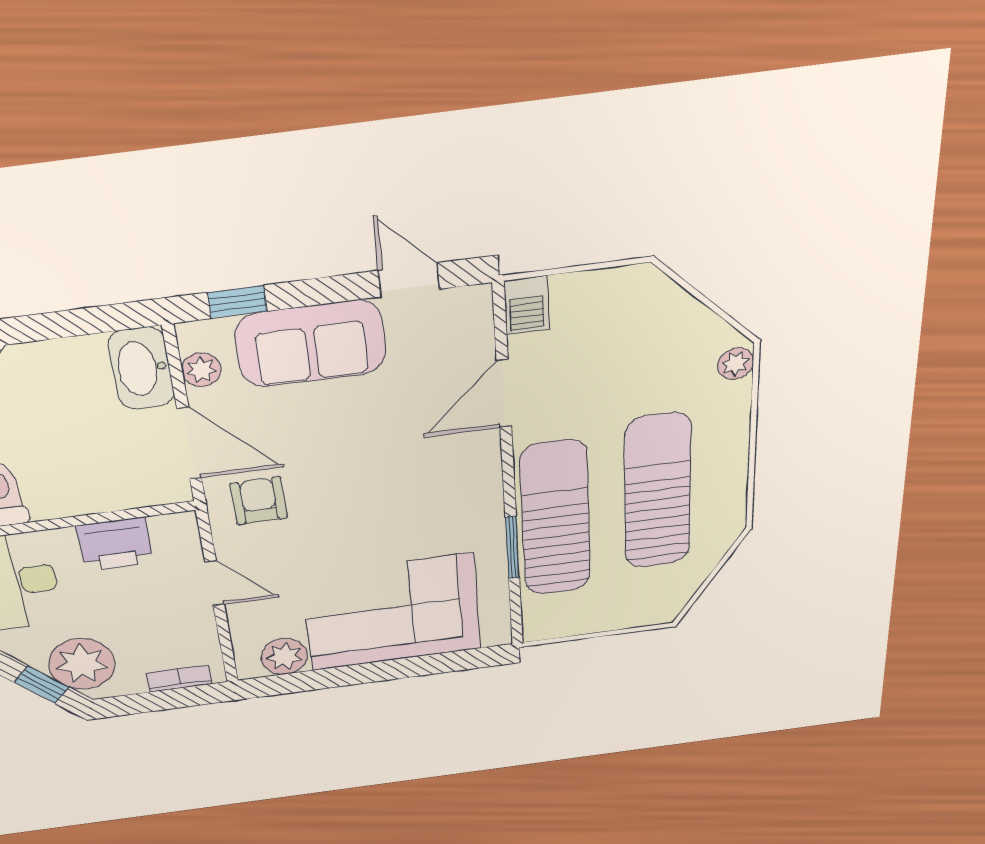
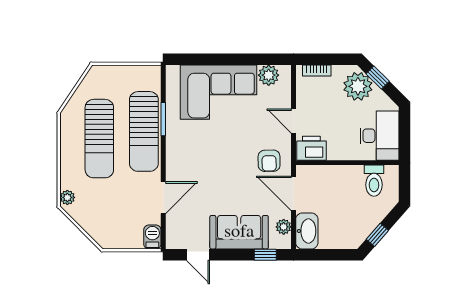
printer: (115, 544) -> (311, 148), moved

